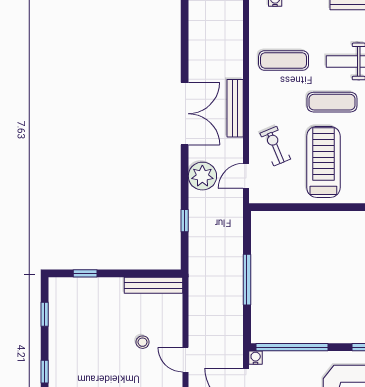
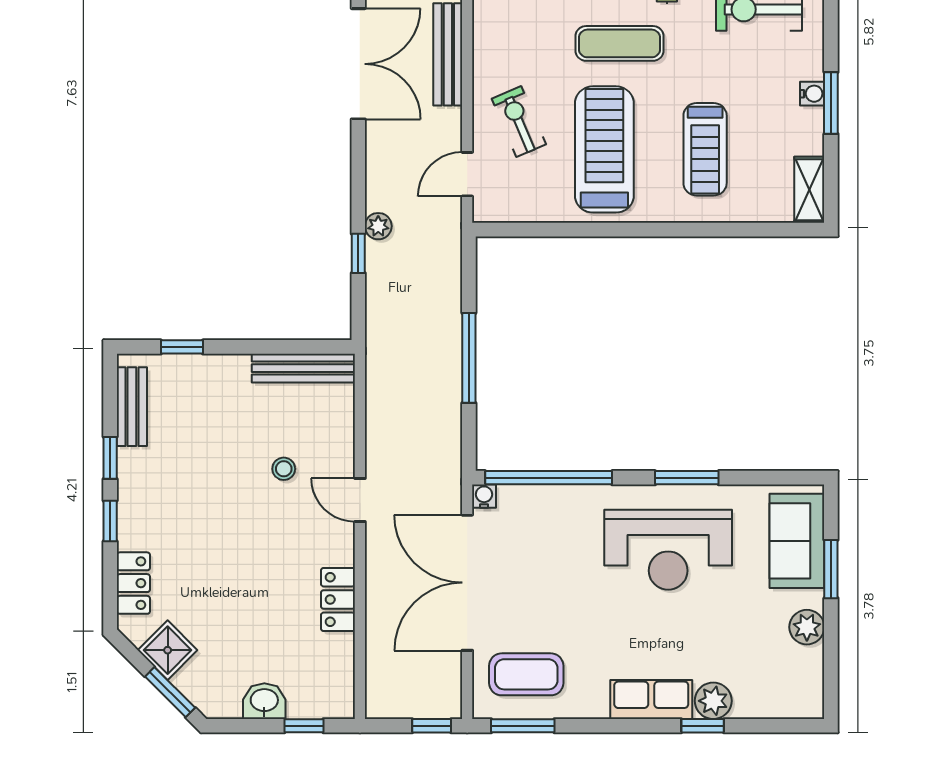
plant: (202, 176) -> (378, 226), moved, width x0.53, depth x0.53
bench: (57, 307) -> (132, 407), added
window: (45, 314) -> (110, 458), moved

